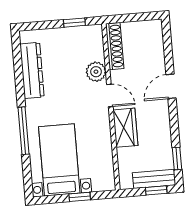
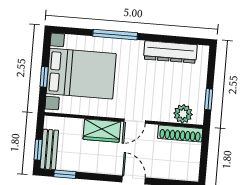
plant: (96, 72) -> (183, 114), moved
bed with nightstands: (59, 160) -> (81, 74), width x1.36

